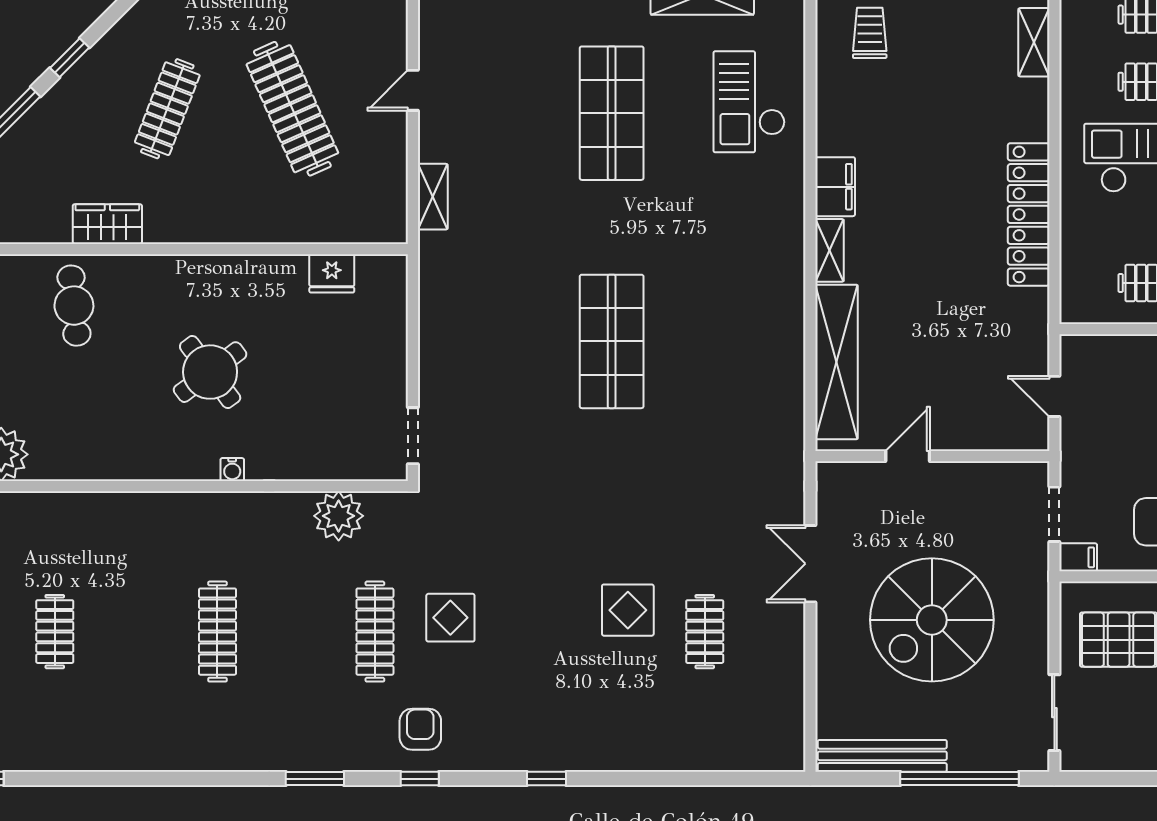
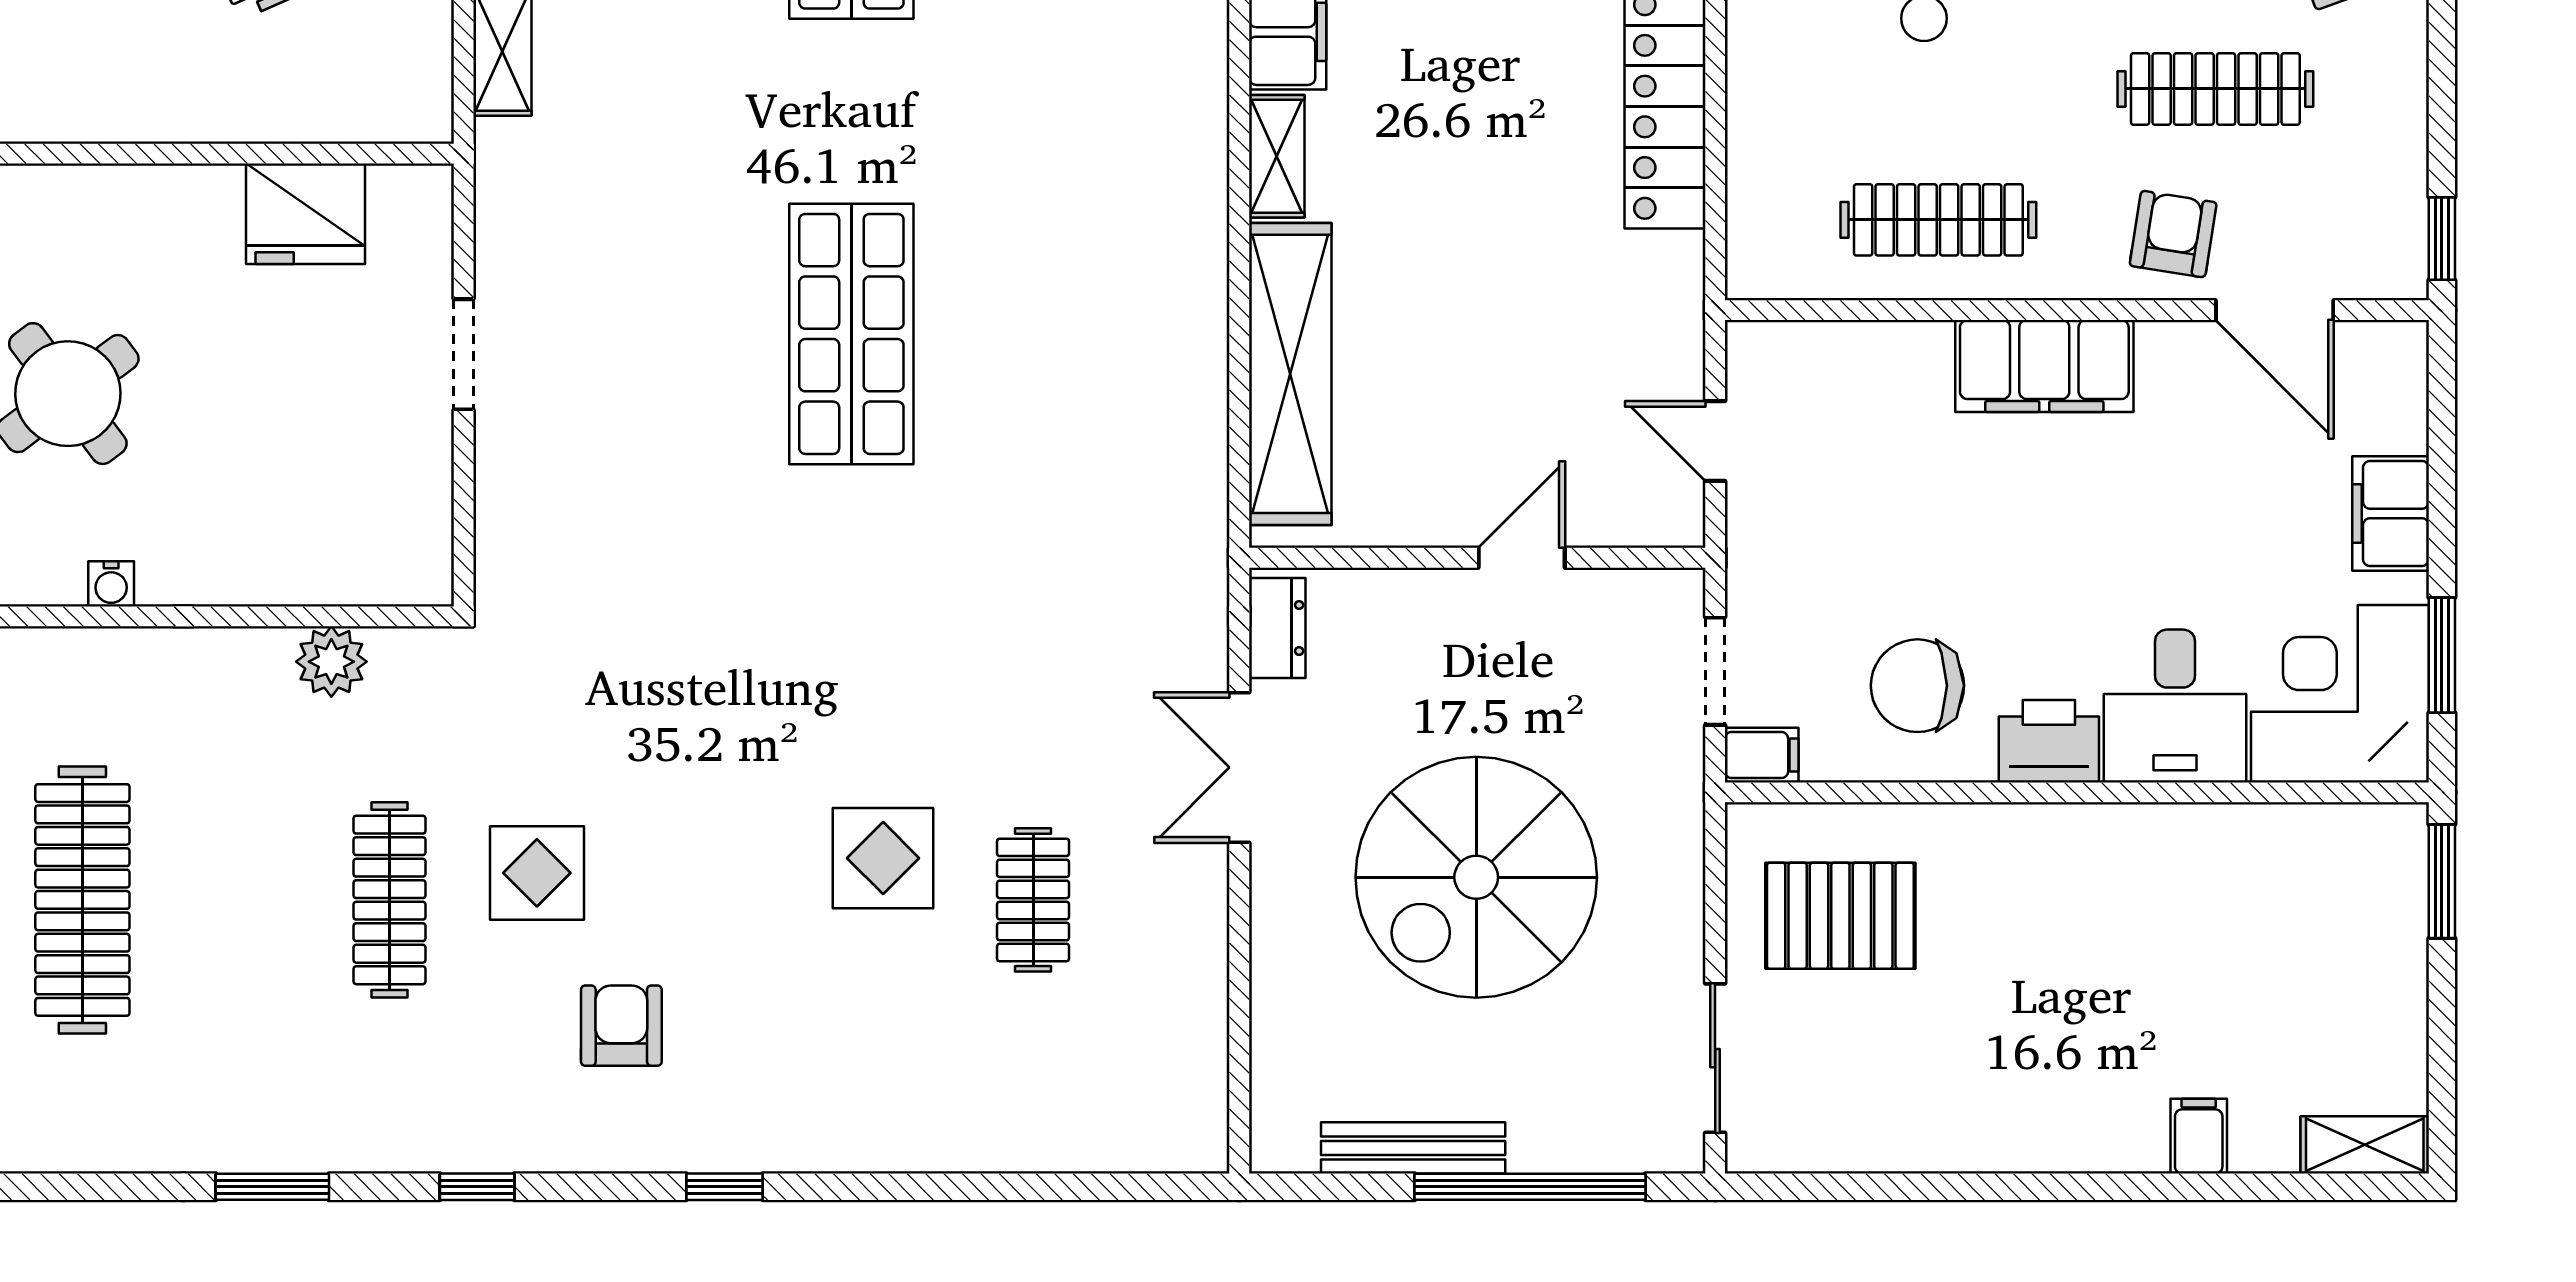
fridge: (332, 273) -> (305, 214), width x1.36, depth x1.34
doorway: (413, 436) -> (464, 354), moved
door: (908, 456) -> (1522, 558), moved
dresser: (830, 492) -> (1277, 628), added
plant: (339, 516) -> (331, 662), width x0.73, depth x0.73
clothes rail: (217, 632) -> (82, 900), width x1.37, depth x1.31
armchair: (420, 729) -> (621, 1026), moved
bench: (882, 756) -> (1413, 1148), width x0.73, depth x0.82

